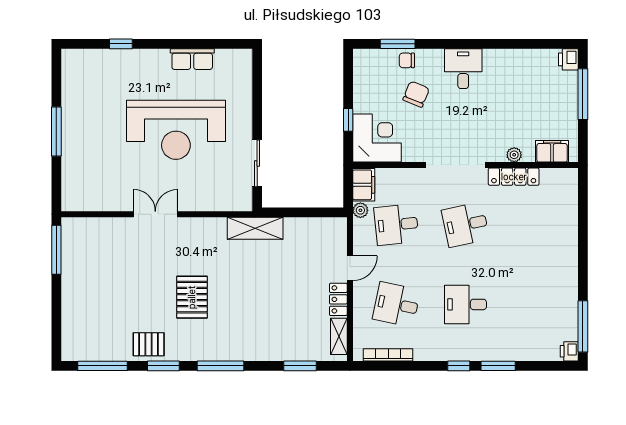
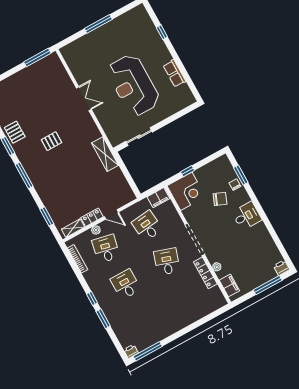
plant: (360, 210) -> (96, 230), moved
desk: (465, 225) -> (167, 262), turned 30
pallet: (192, 297) -> (51, 141), width x0.67, depth x0.71

